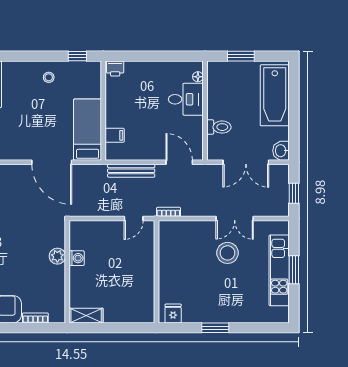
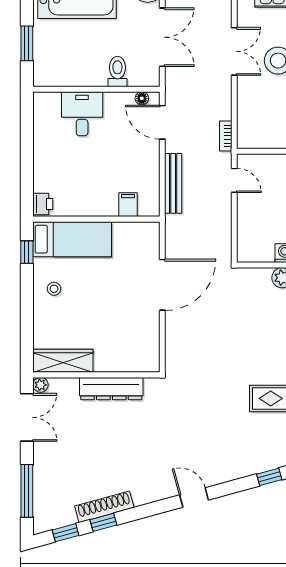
floor lamp: (198, 77) -> (142, 98), moved
bed: (88, 130) -> (72, 239), moved, turned 180
door: (179, 162) -> (162, 122), hinge flipped

